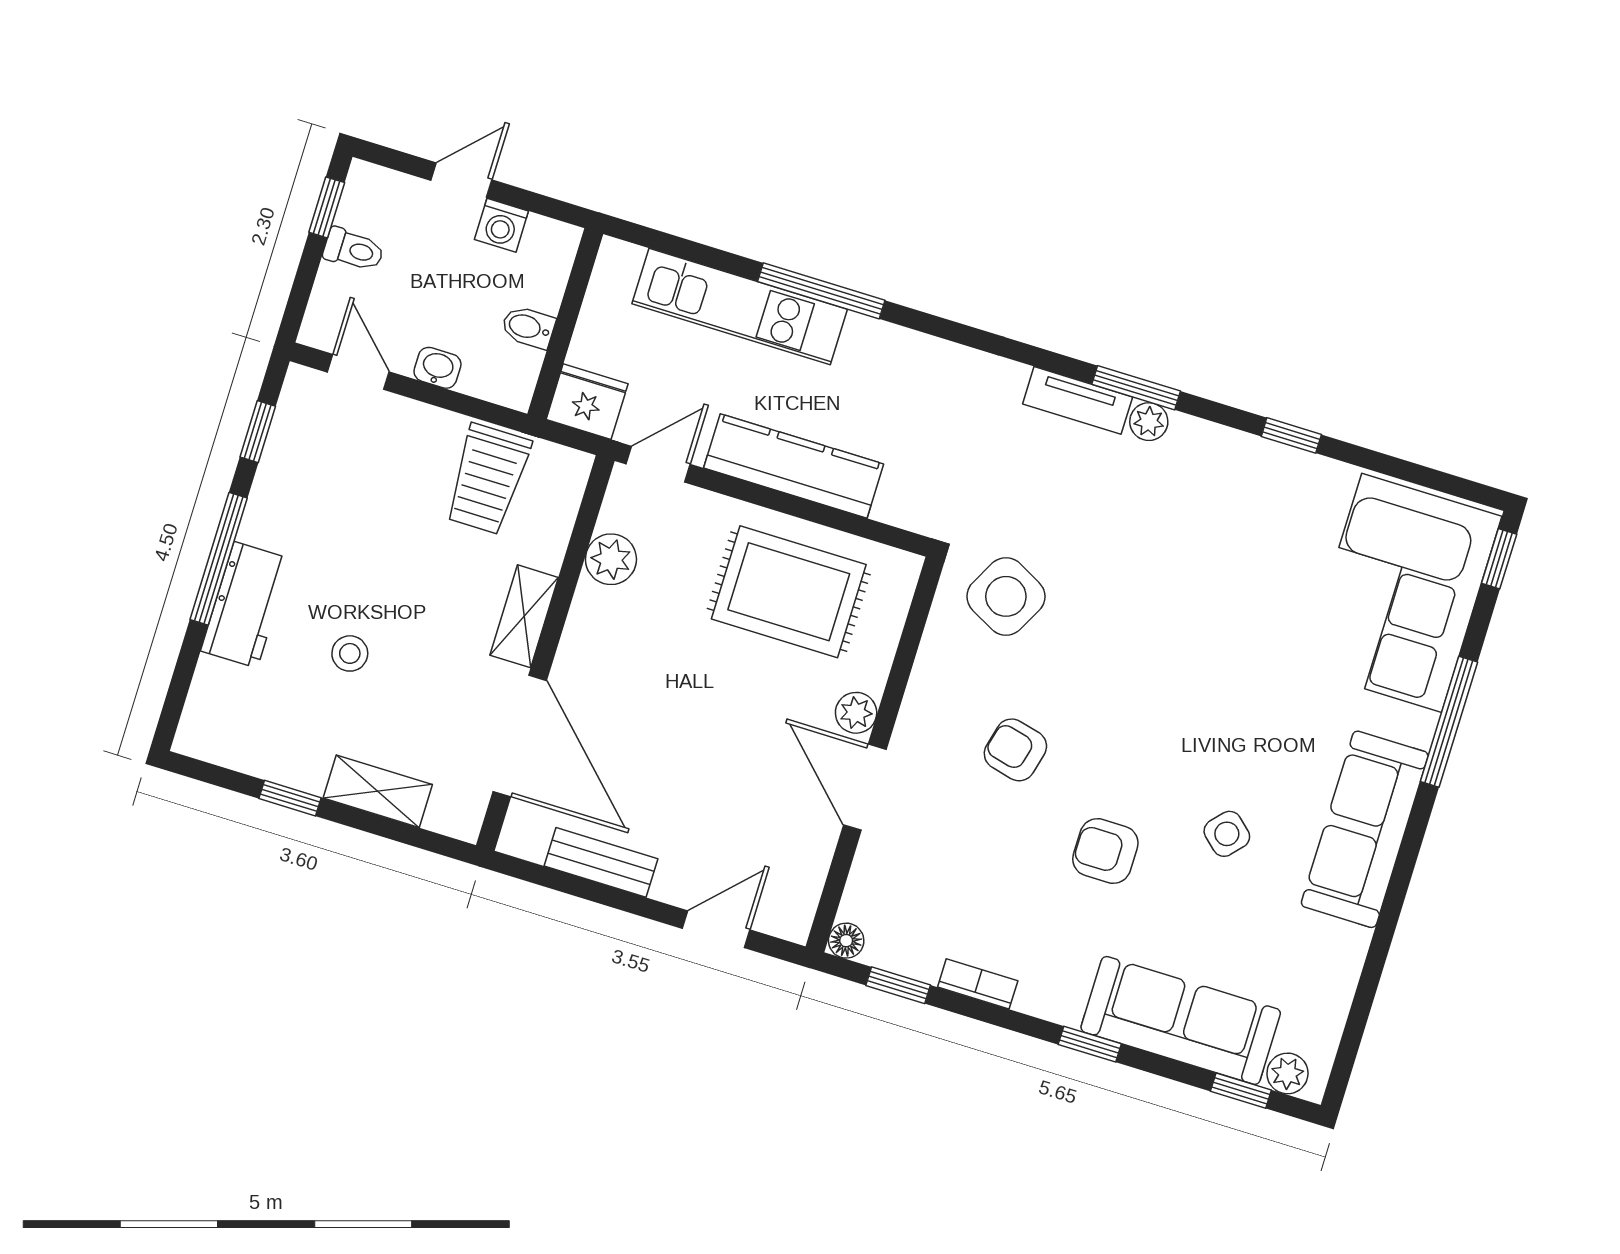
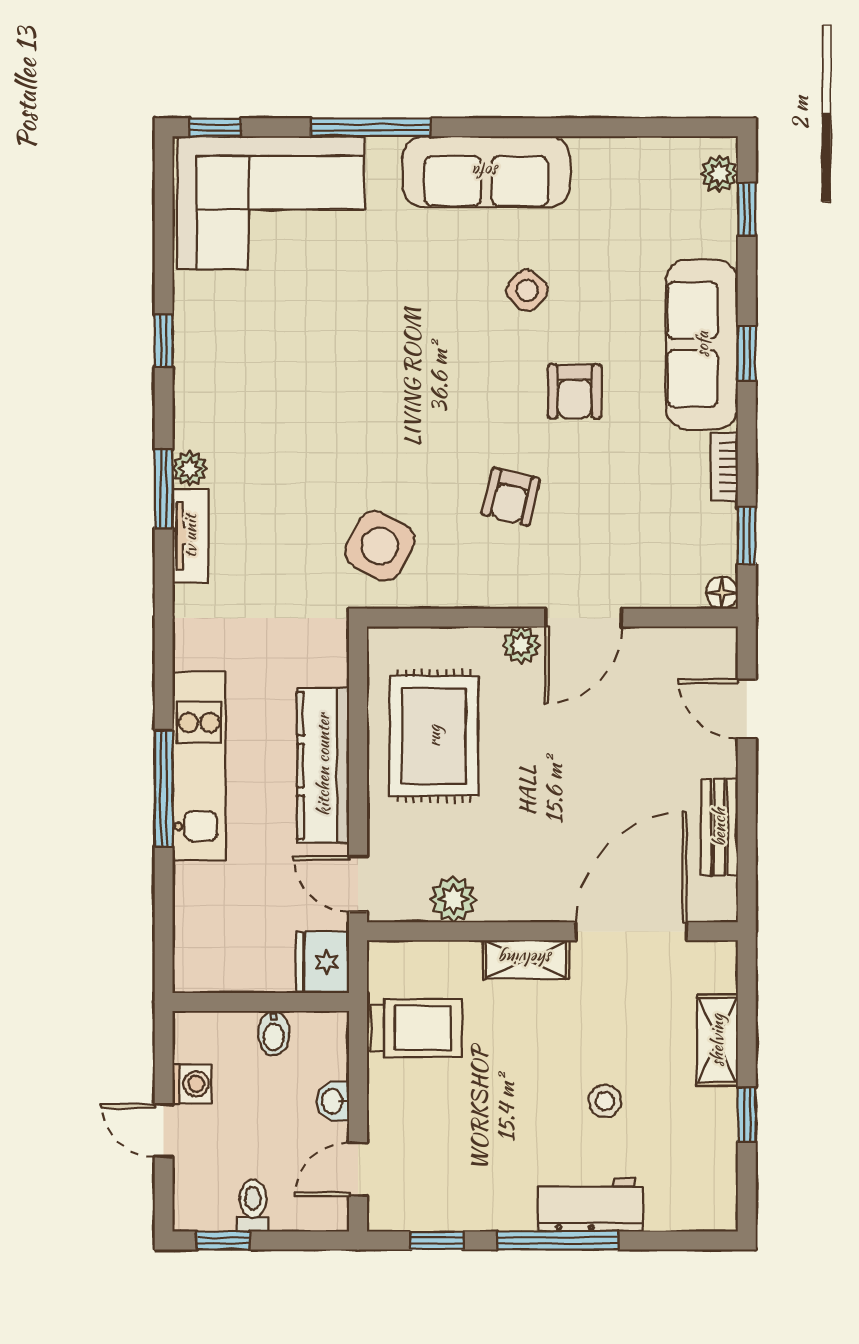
kitchen unit: (740, 306) -> (199, 766), moved
sofa: (1181, 1020) -> (702, 344), moved

